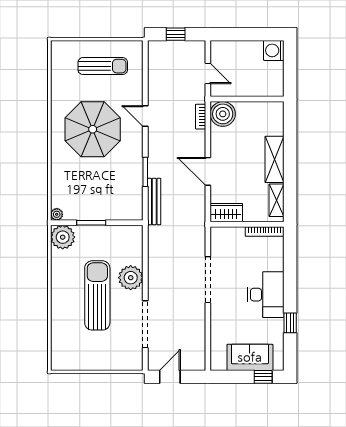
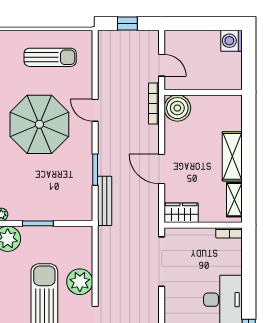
bookcase: (201, 117) -> (154, 103), width x1.56
bookcase: (265, 232) -> (229, 233), width x0.64
doorway: (208, 280) -> (162, 262), moved

